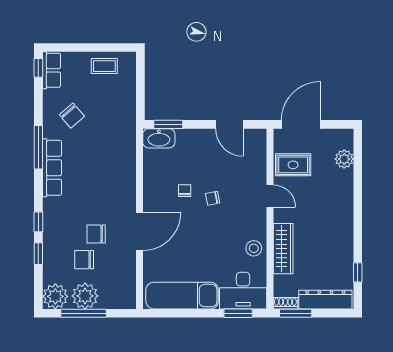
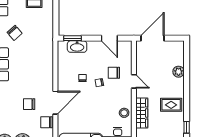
washbasin: (159, 138) -> (77, 47), moved
plant: (344, 159) -> (179, 72), moved
rug: (293, 165) -> (171, 105), moved
chair: (237, 182) -> (114, 73), added
chair: (84, 260) -> (47, 122), moved

